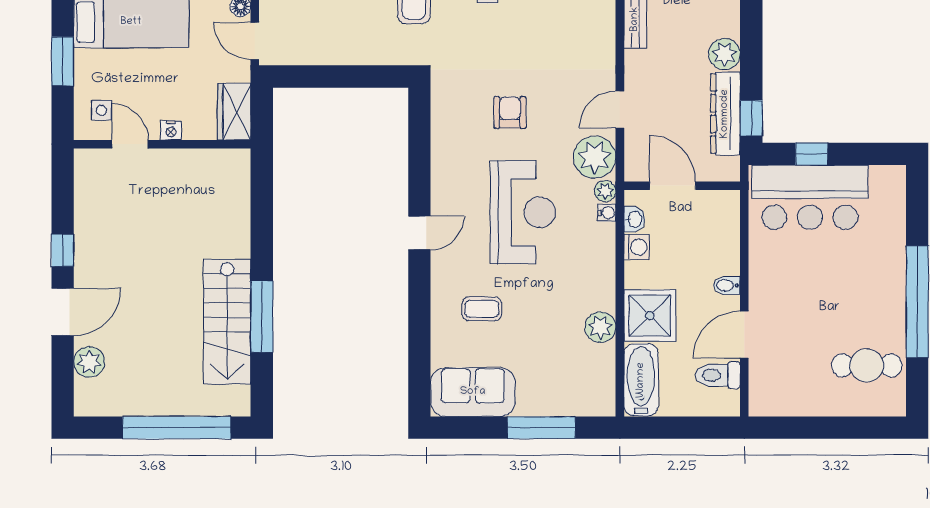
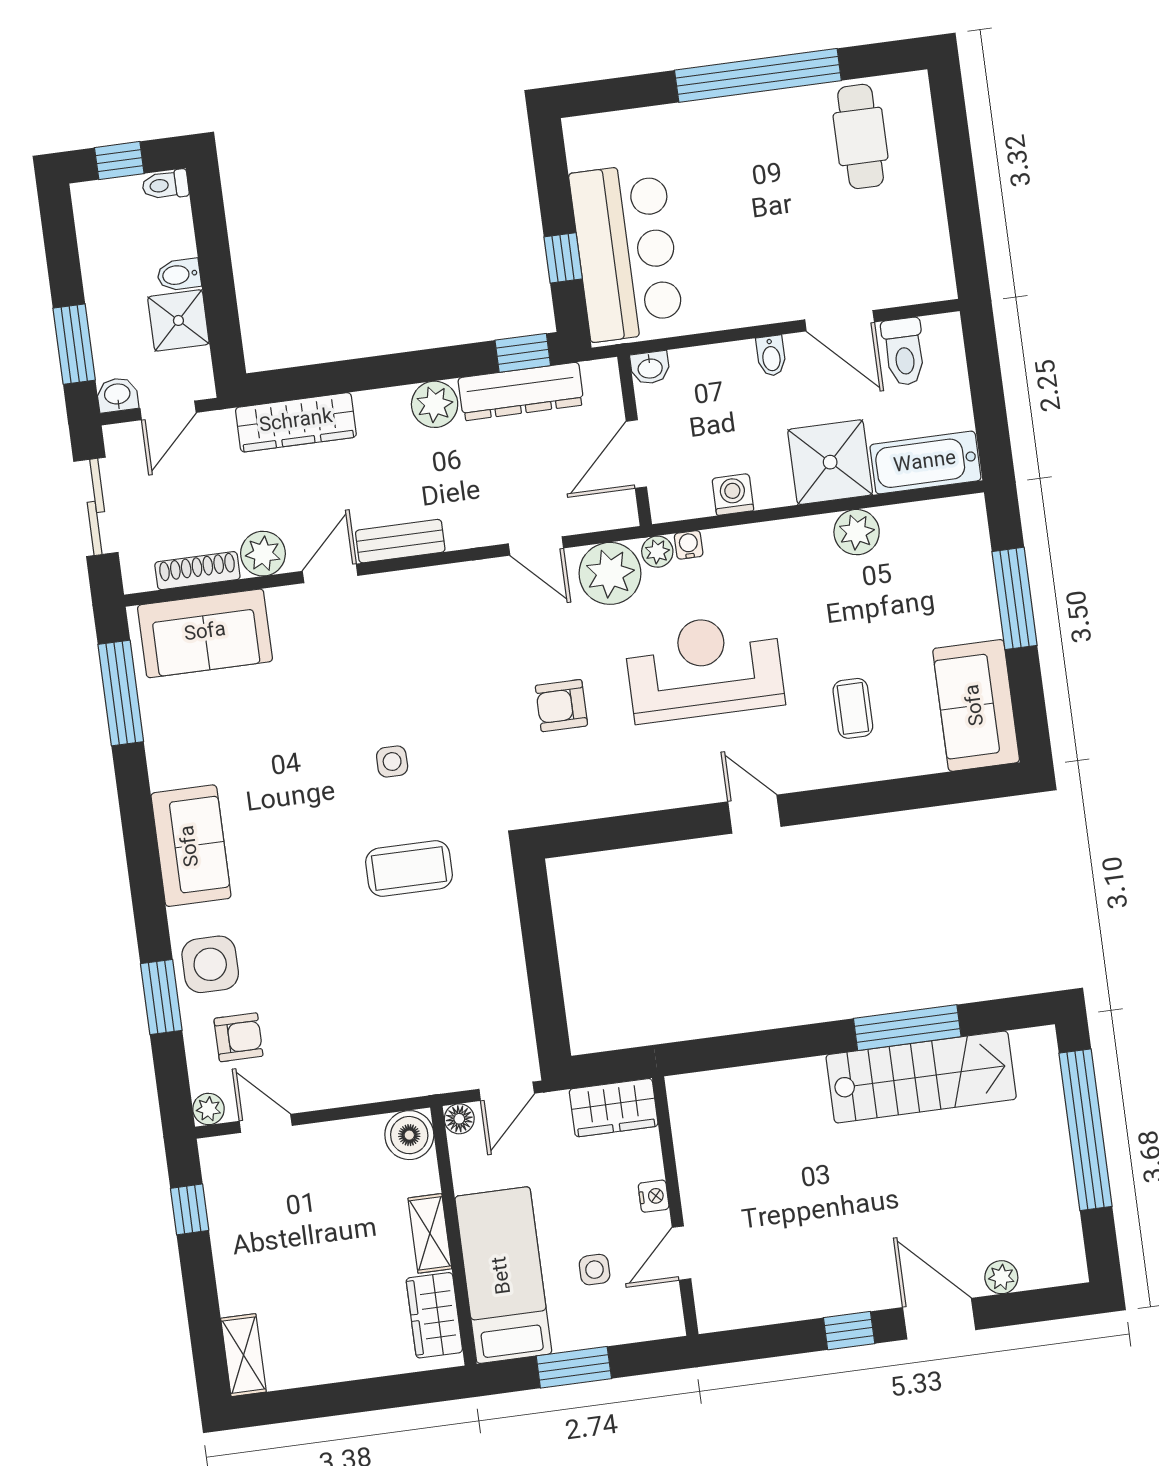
side table: (101, 110) -> (595, 1270), moved
washbasin: (634, 219) -> (650, 368), moved, turned 180
plant: (89, 362) -> (1001, 1277), width x0.73, depth x0.73

